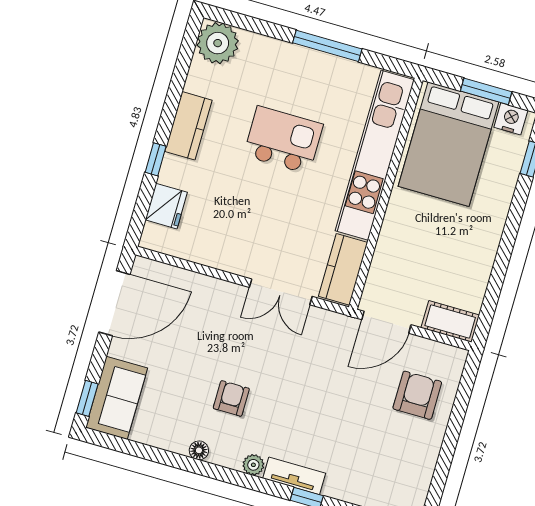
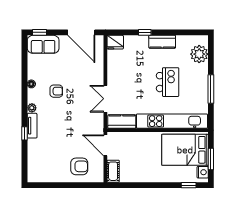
plant: (218, 43) -> (199, 54), moved
fridge: (166, 206) -> (115, 42), moved

